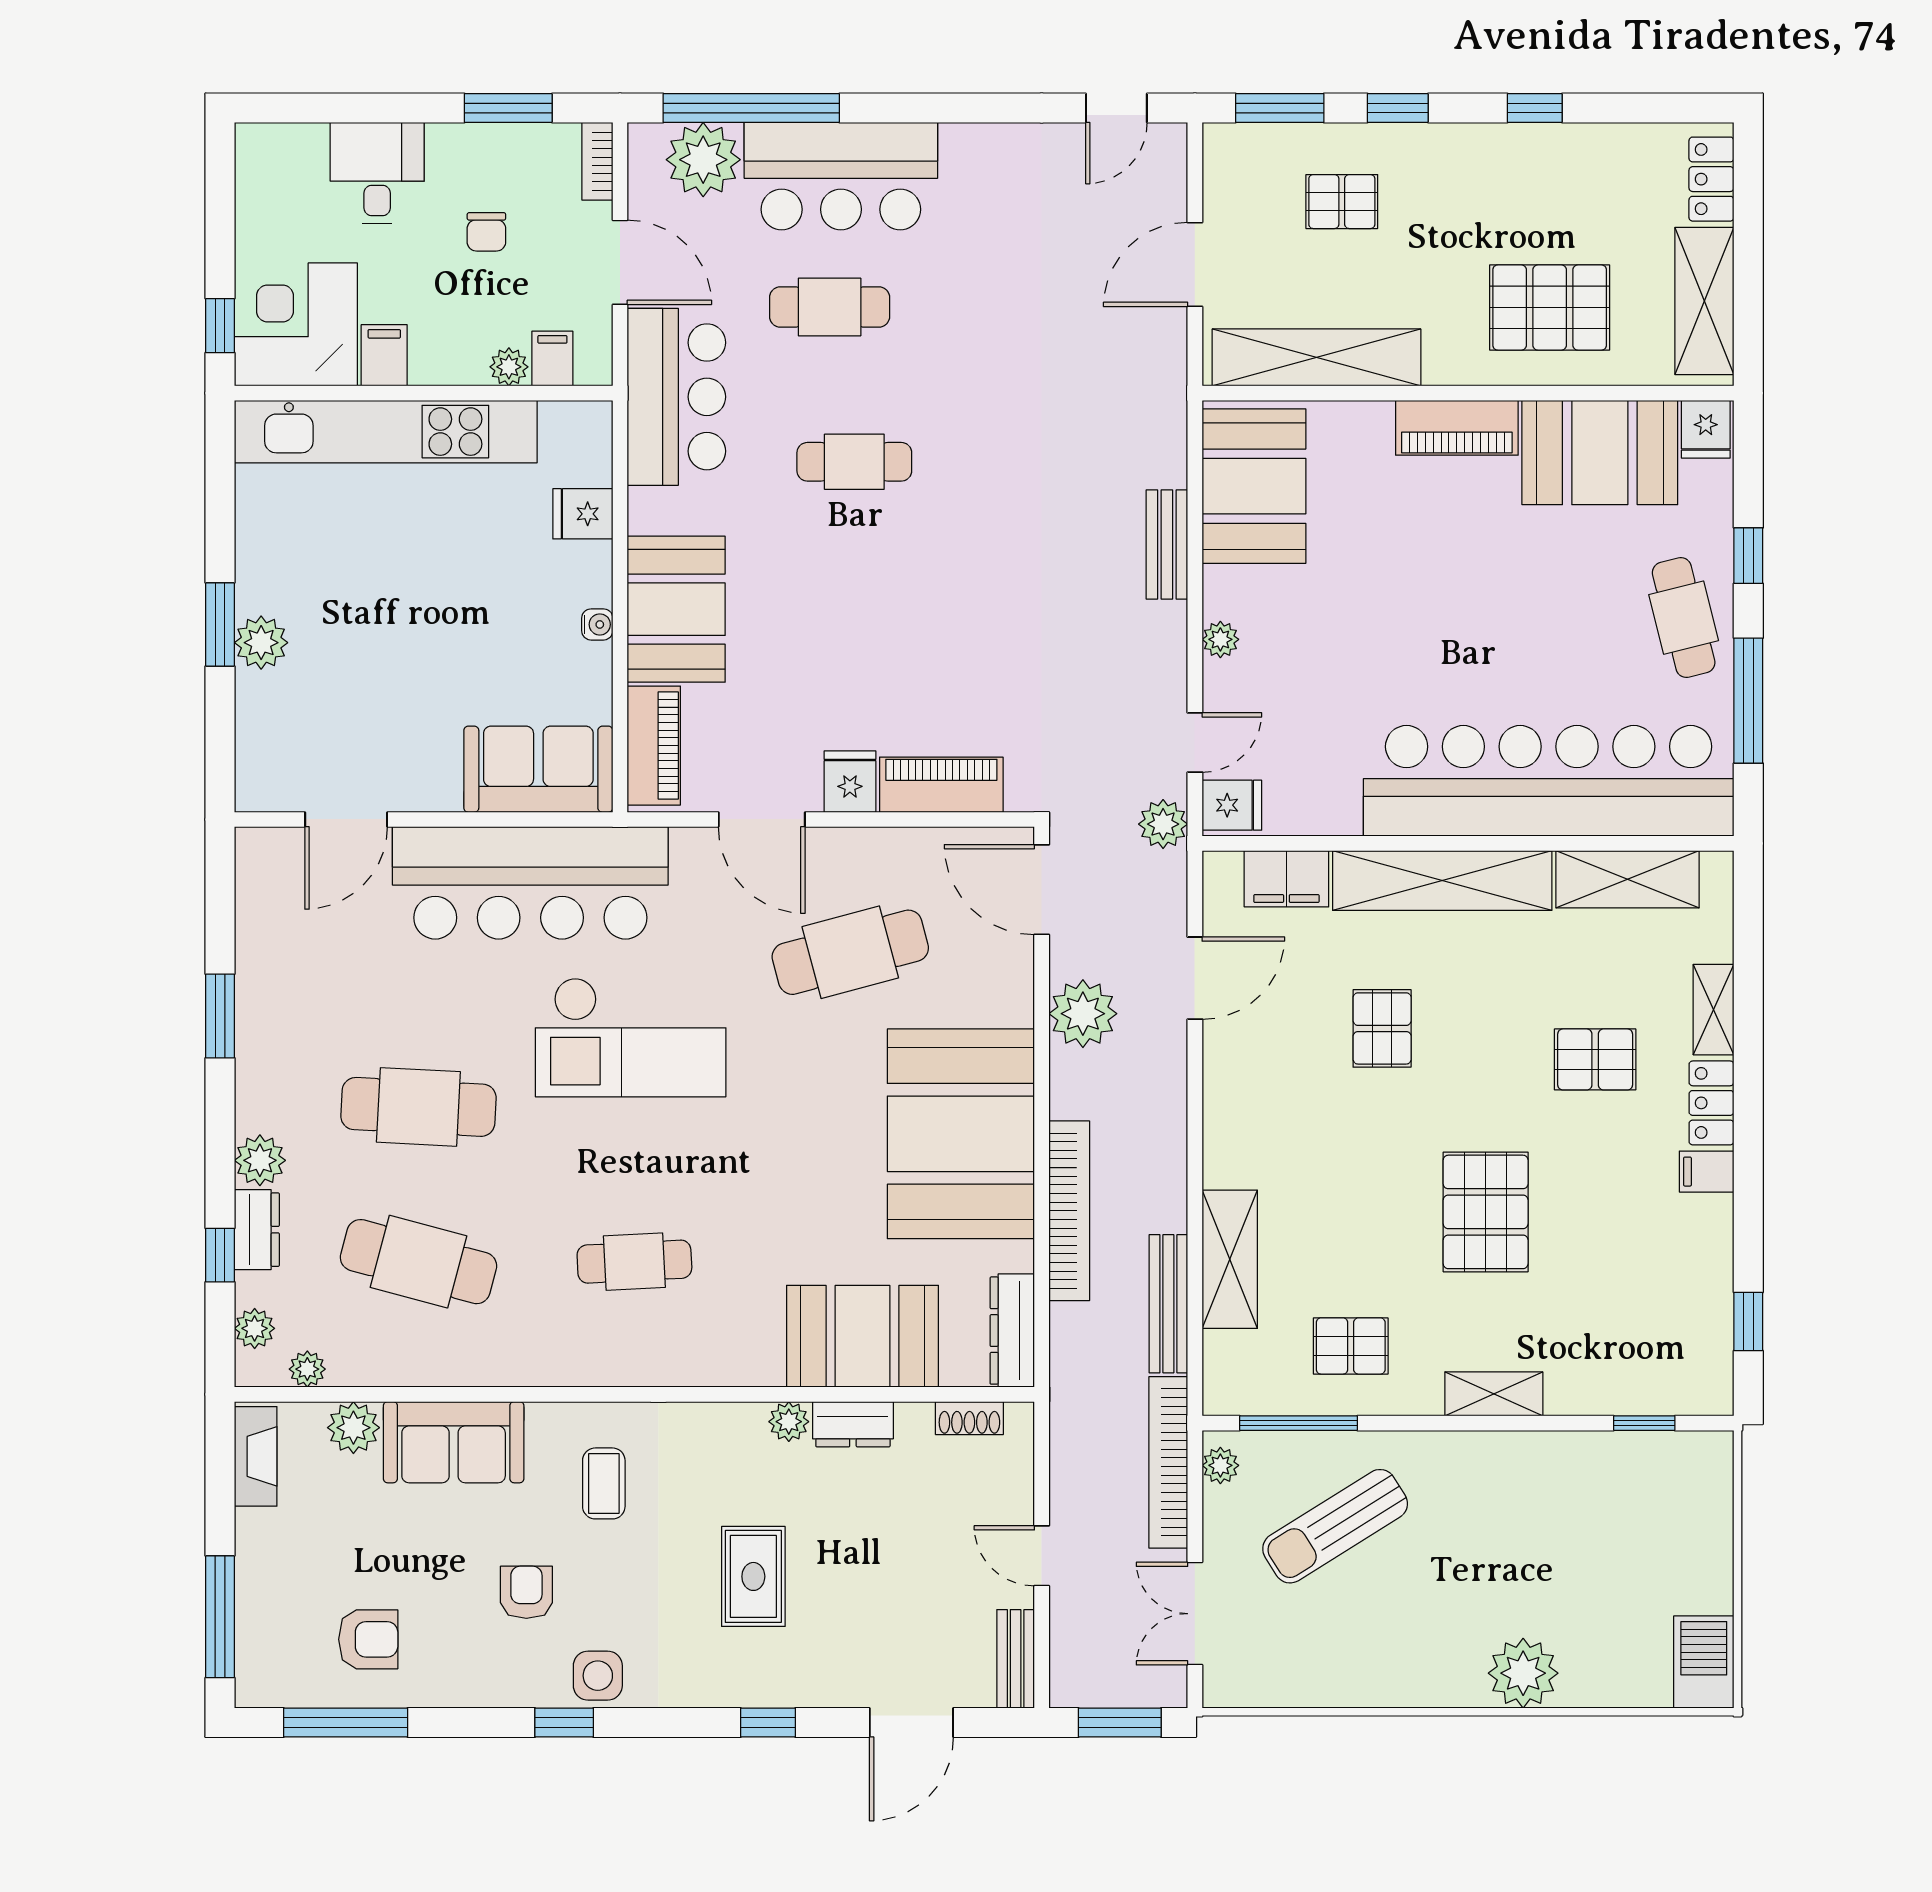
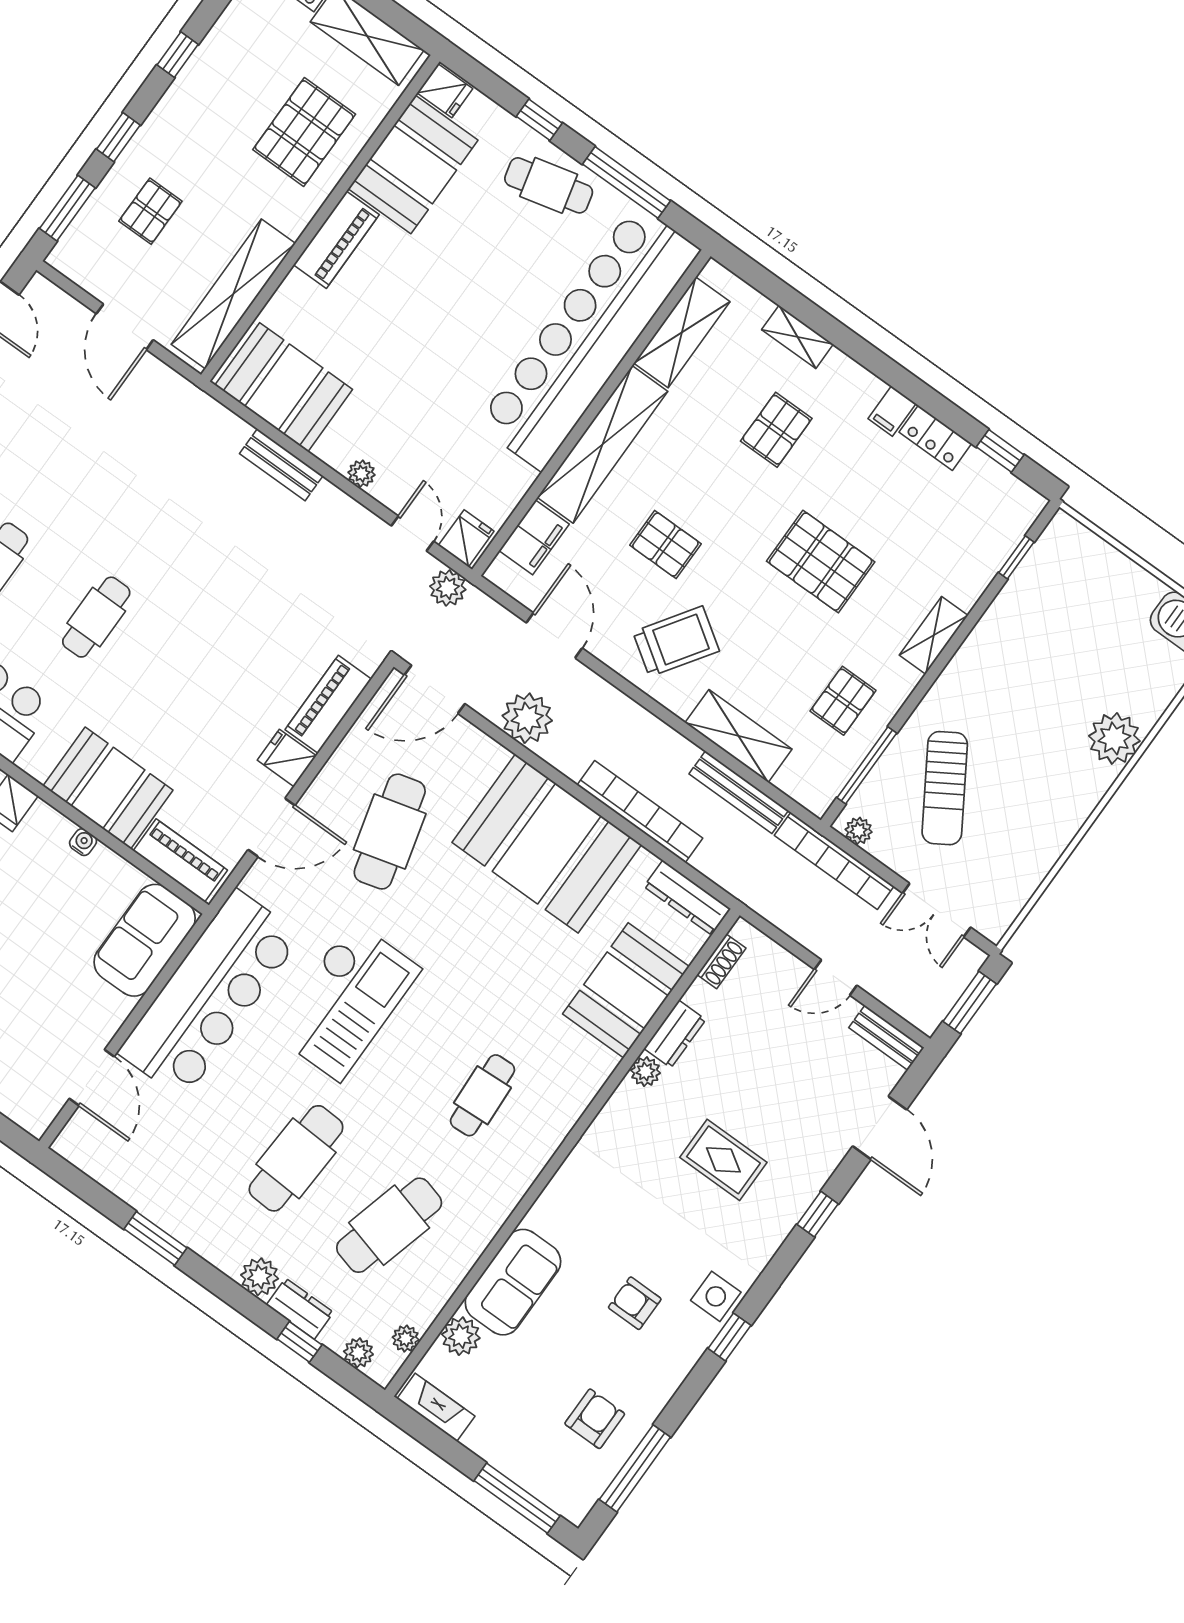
locker: (1711, 1103) -> (935, 438), moved
trolley: (1284, 1116) -> (676, 641), added
coffee table: (604, 1483) -> (603, 1210), removed

